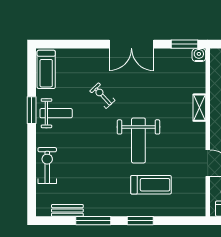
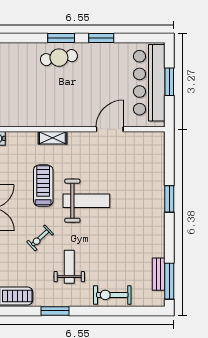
weight bench: (56, 113) -> (69, 267), moved
treadmill: (151, 185) -> (43, 186), moved
window: (93, 221) -> (169, 281), moved

